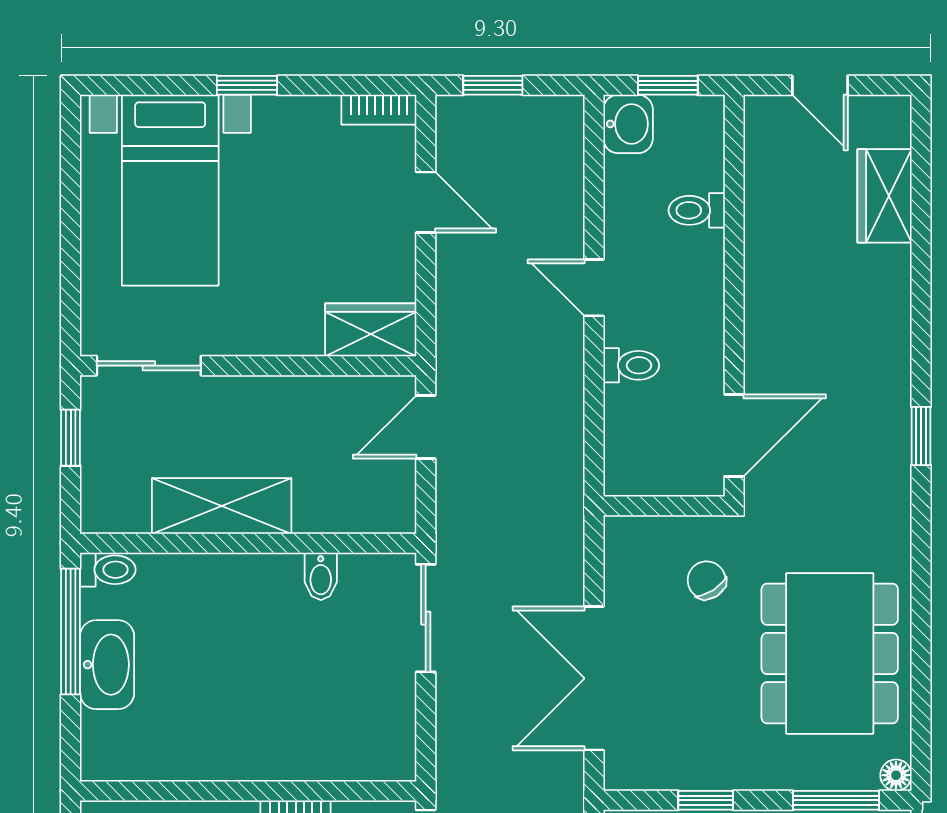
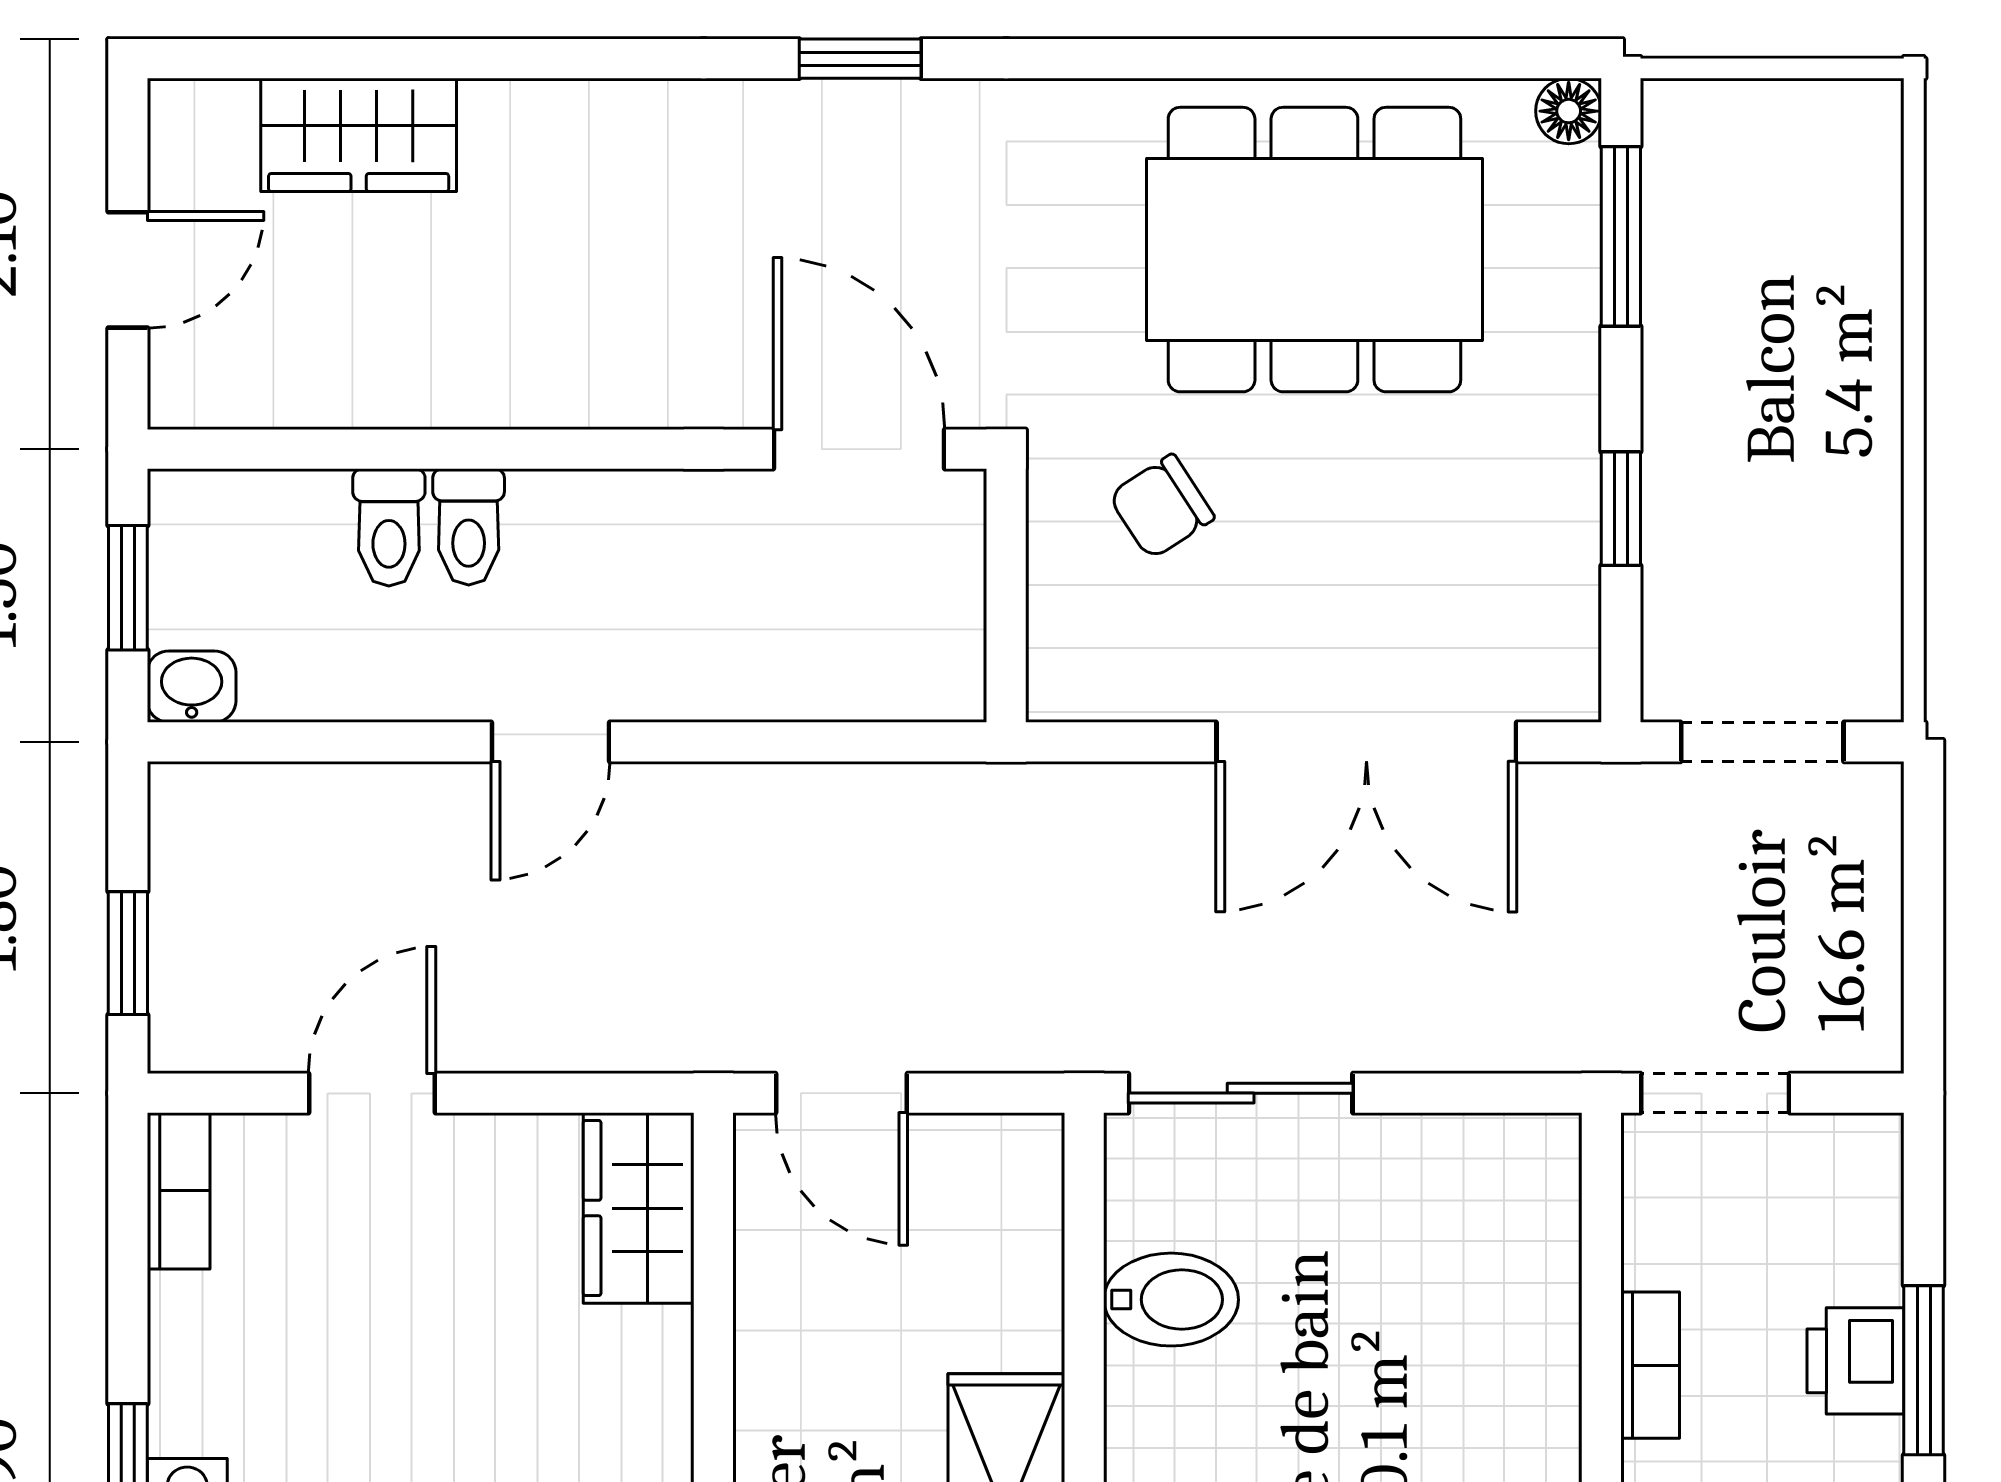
washbasin: (628, 124) -> (192, 687), width x0.72, depth x0.69
toilet: (631, 365) -> (469, 527), moved, turned 180
bidet: (321, 576) -> (1171, 1300), width x1.38, depth x1.36

